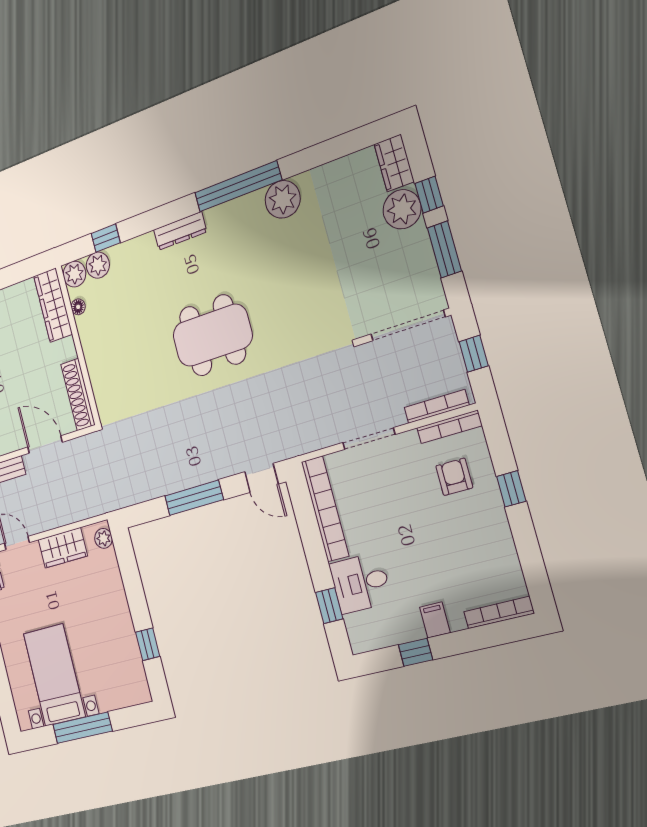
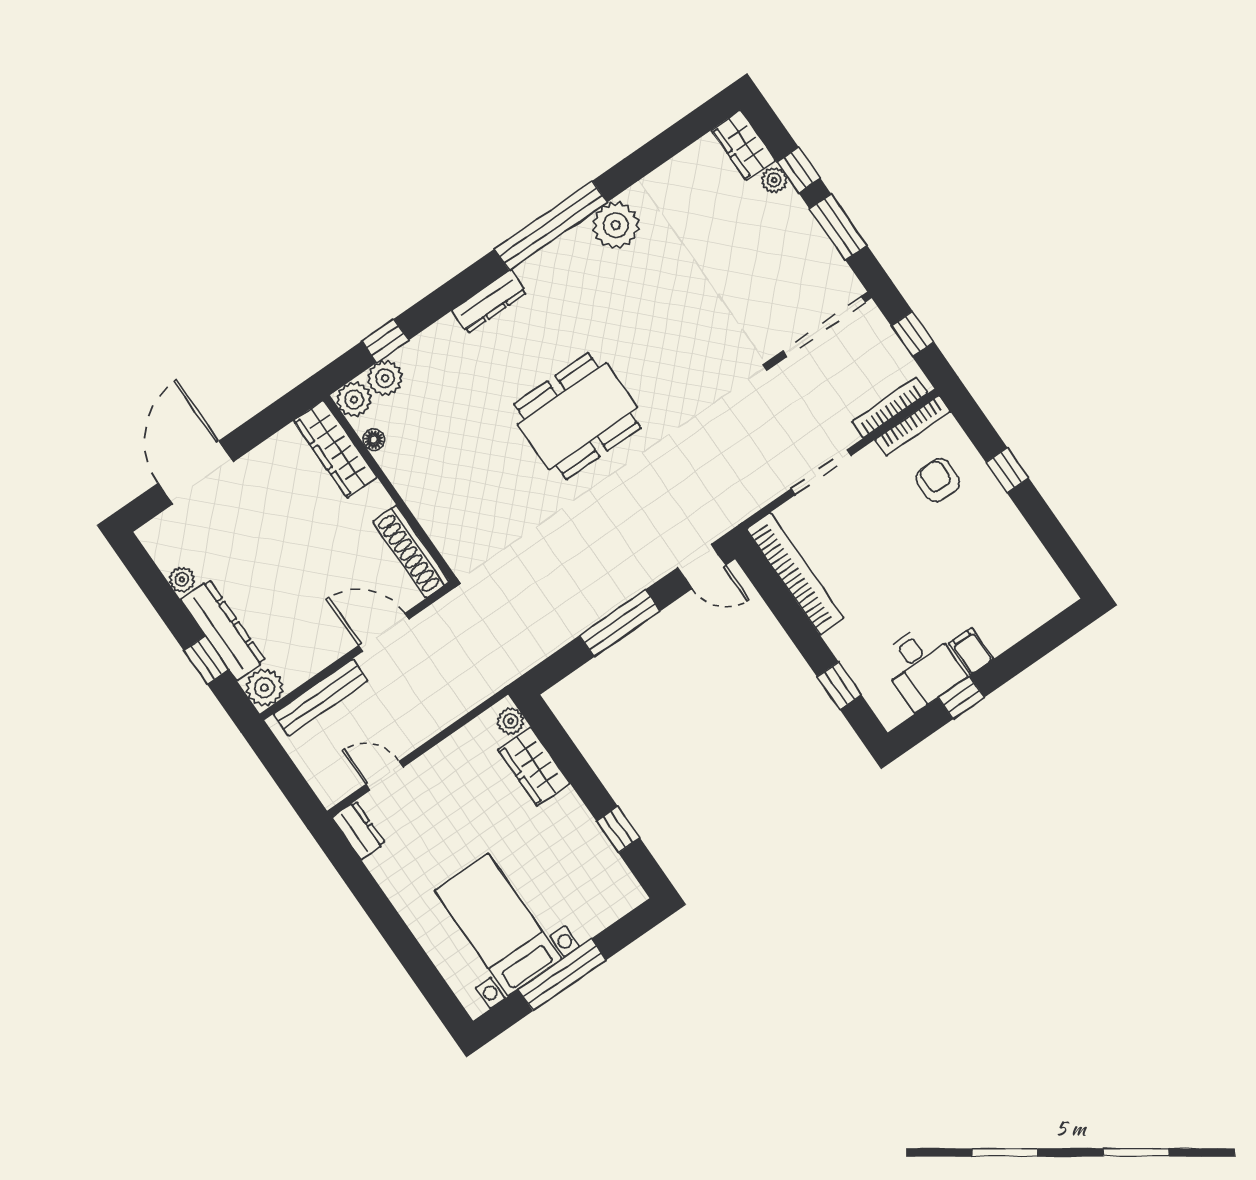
plant: (402, 209) -> (774, 180), width x0.53, depth x0.53
wardrobe: (63, 548) -> (534, 766), moved, turned 90
desk: (361, 583) -> (922, 667), moved, turned -90
bookcase: (499, 613) -> (1041, 613), removed

